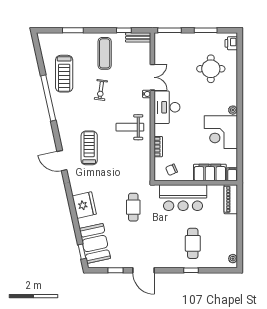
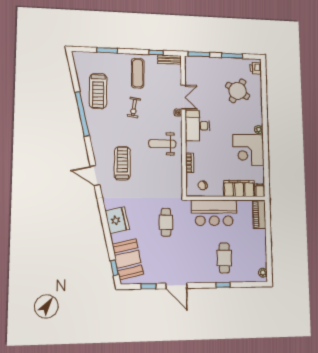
round table: (211, 69) -> (238, 91), turned 30

